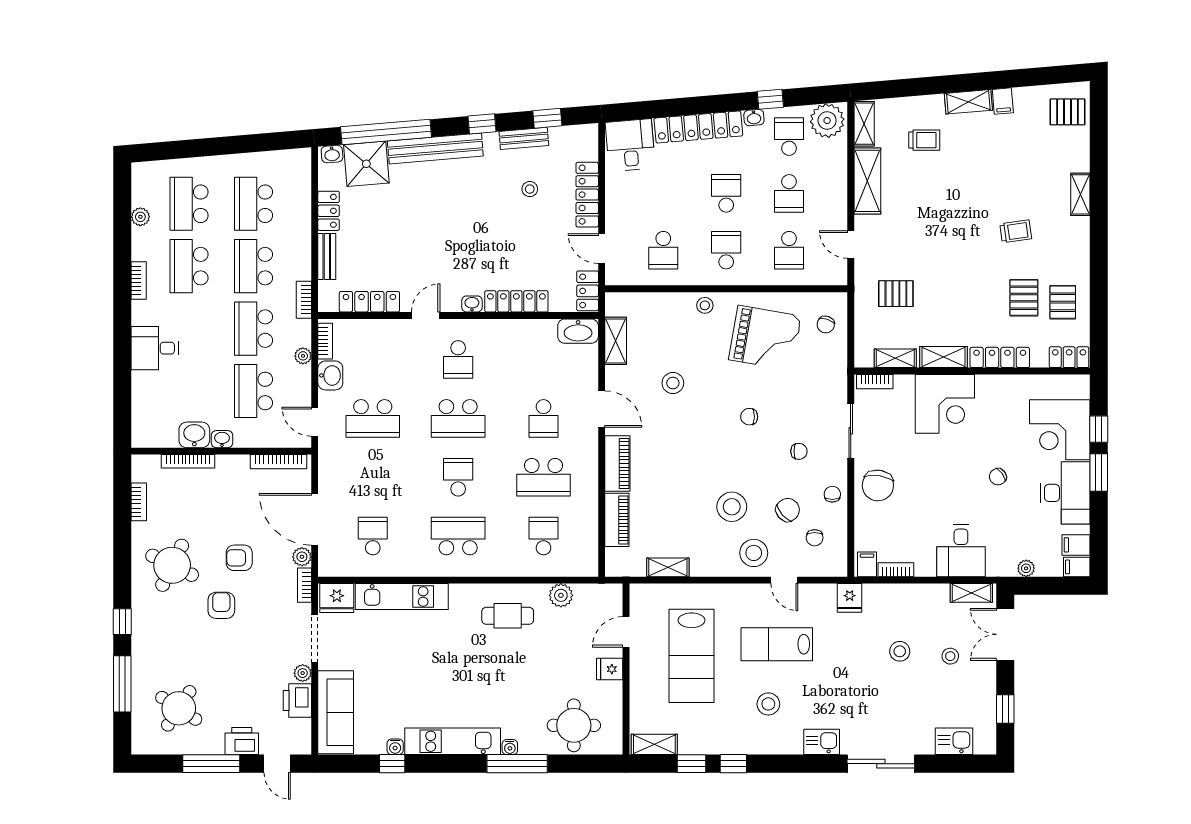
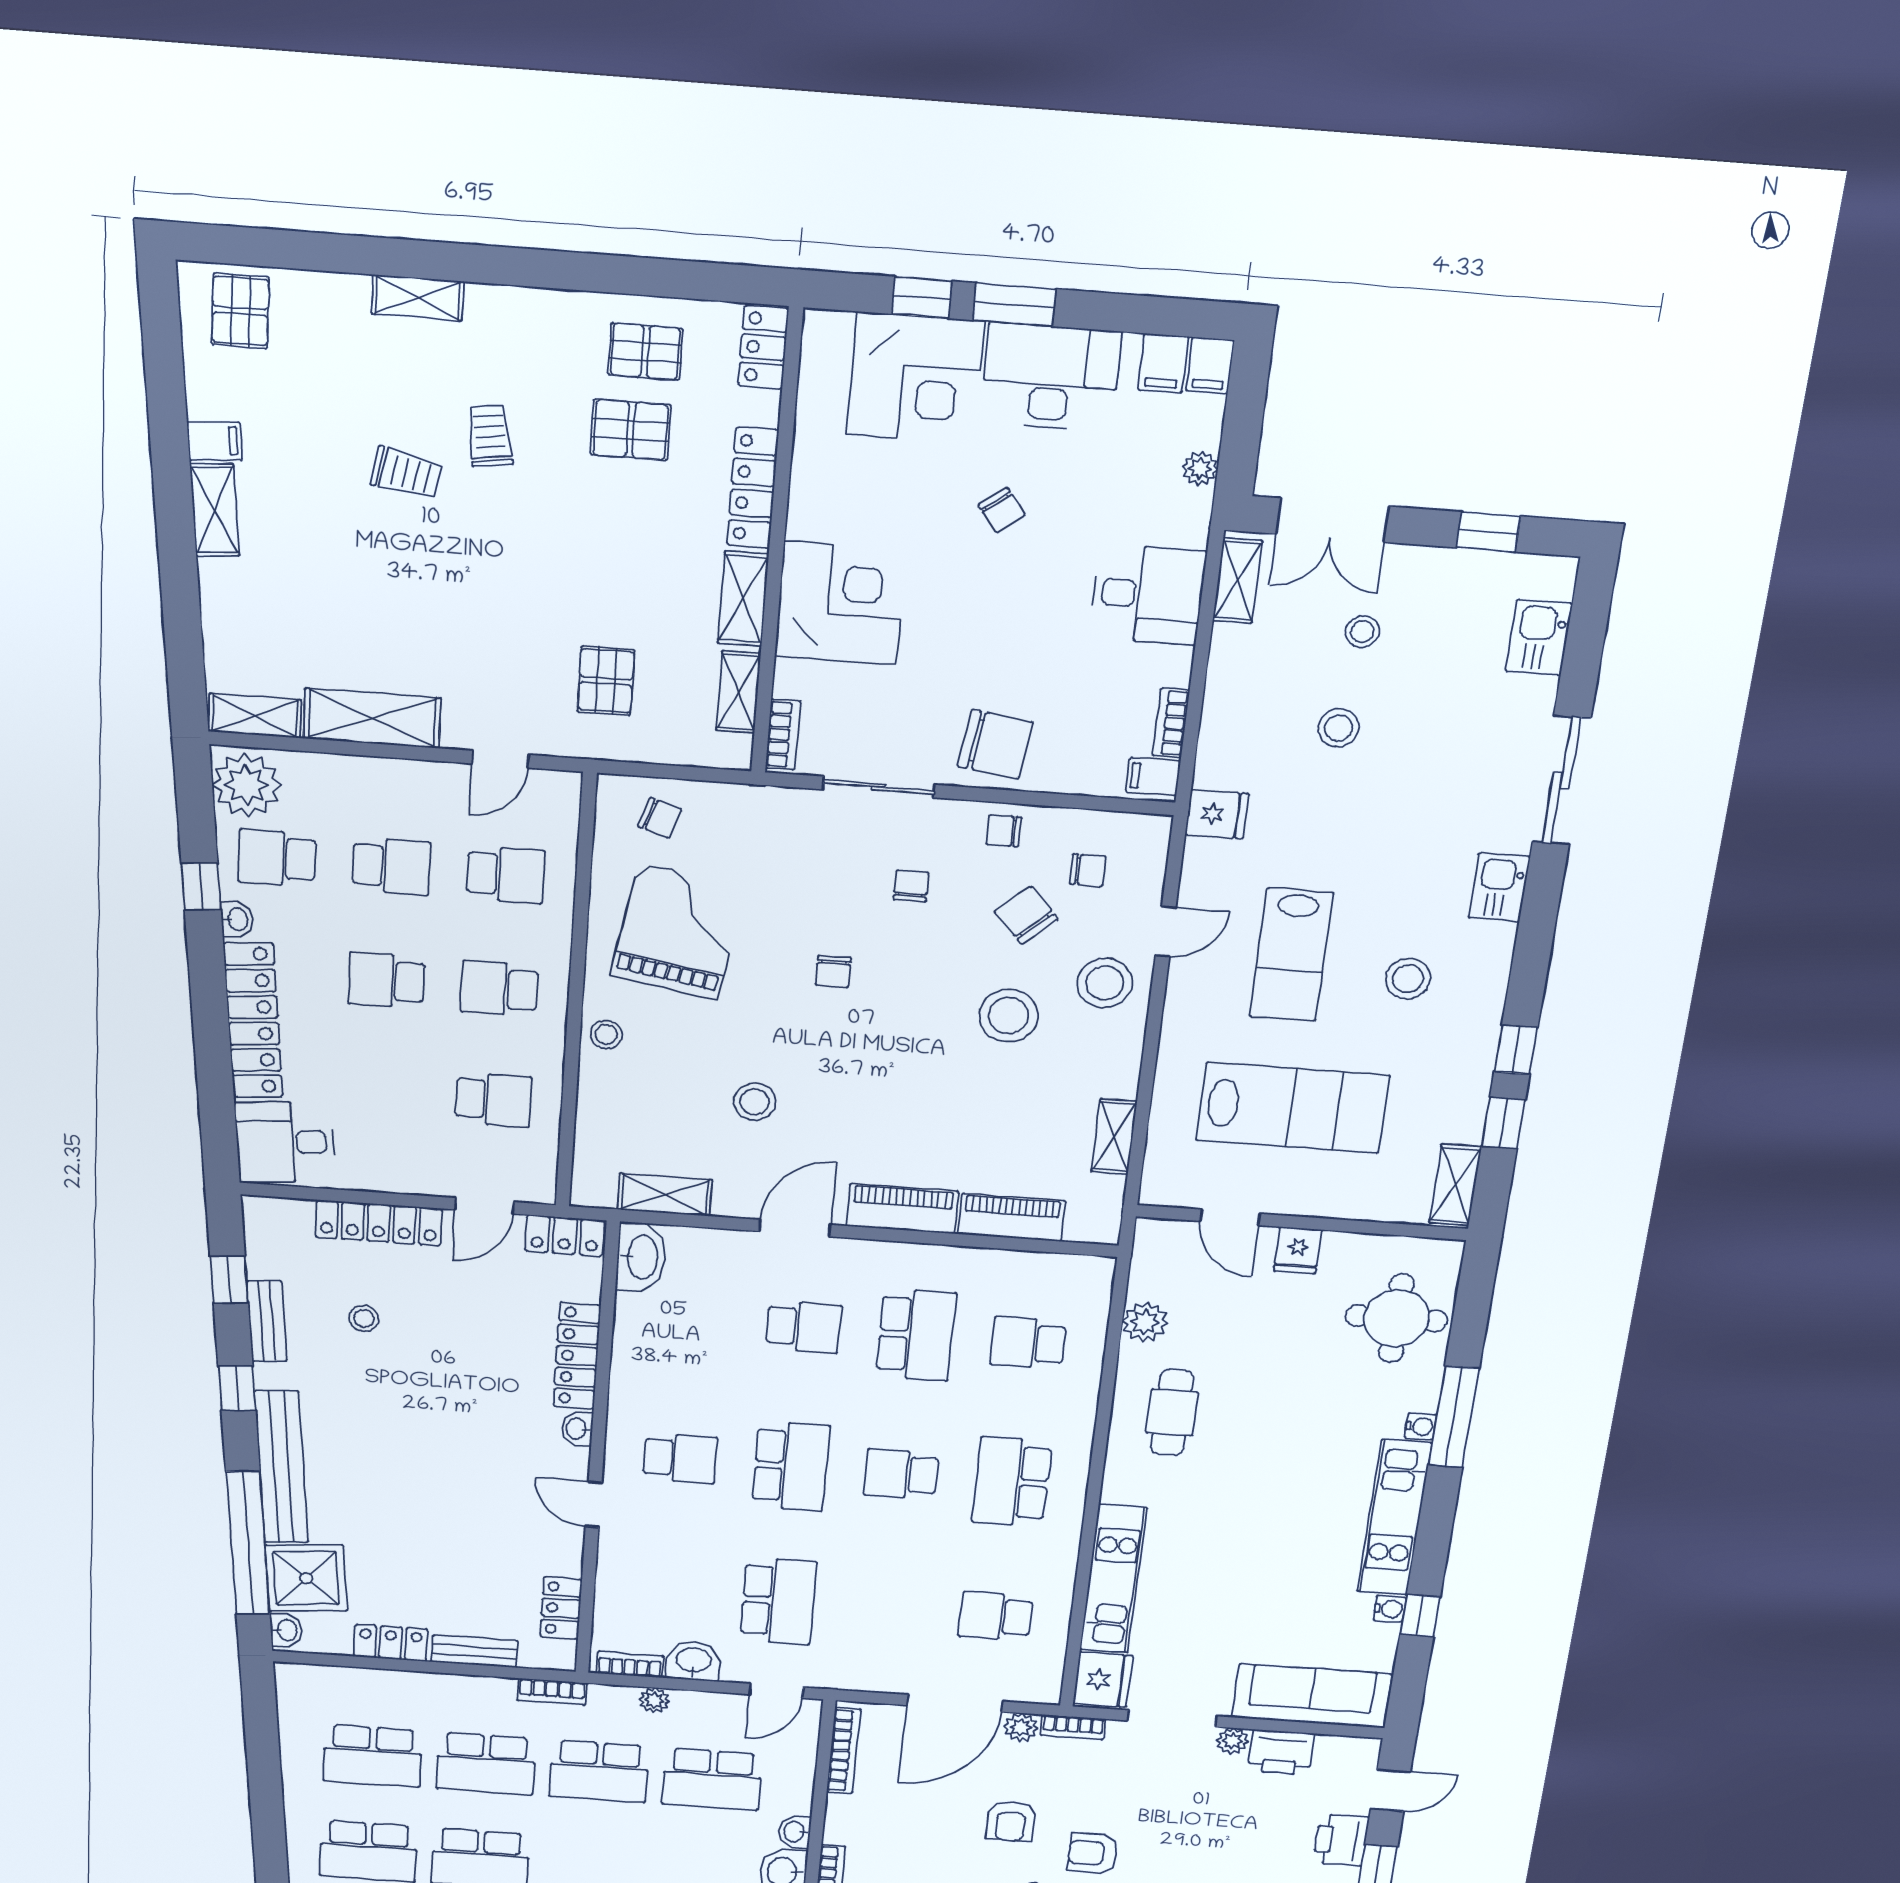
trolley: (924, 140) -> (406, 473), moved, turned 101
locker: (369, 302) -> (561, 1608), width x0.66

